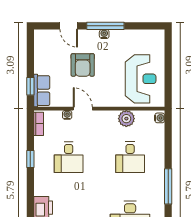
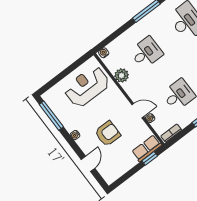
window: (105, 26) -> (51, 116), moved
door: (83, 109) -> (138, 111), swing flipped

